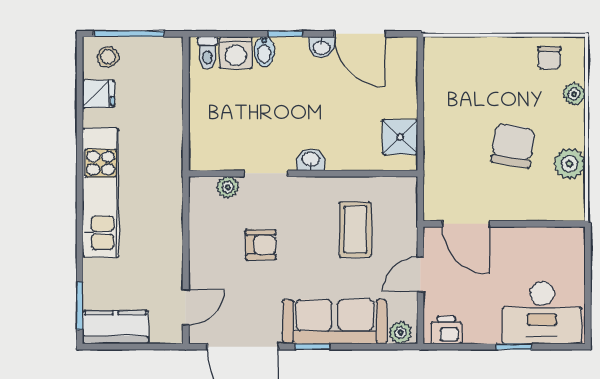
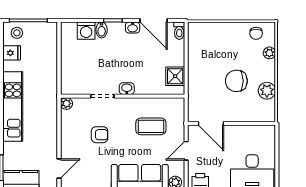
toilet: (207, 53) -> (179, 31), moved
chair: (513, 146) -> (236, 81), turned -99
plant: (228, 187) -> (66, 103), moved
coffee table: (355, 229) -> (151, 126), turned 90

